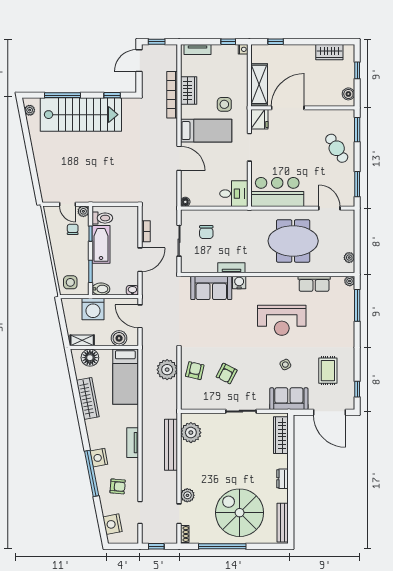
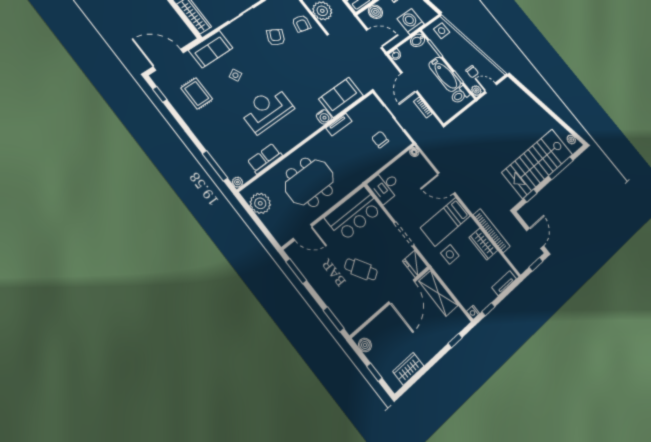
cafe table: (337, 148) -> (361, 269), moved
plant: (349, 258) -> (260, 203), width x1.87, depth x1.87

